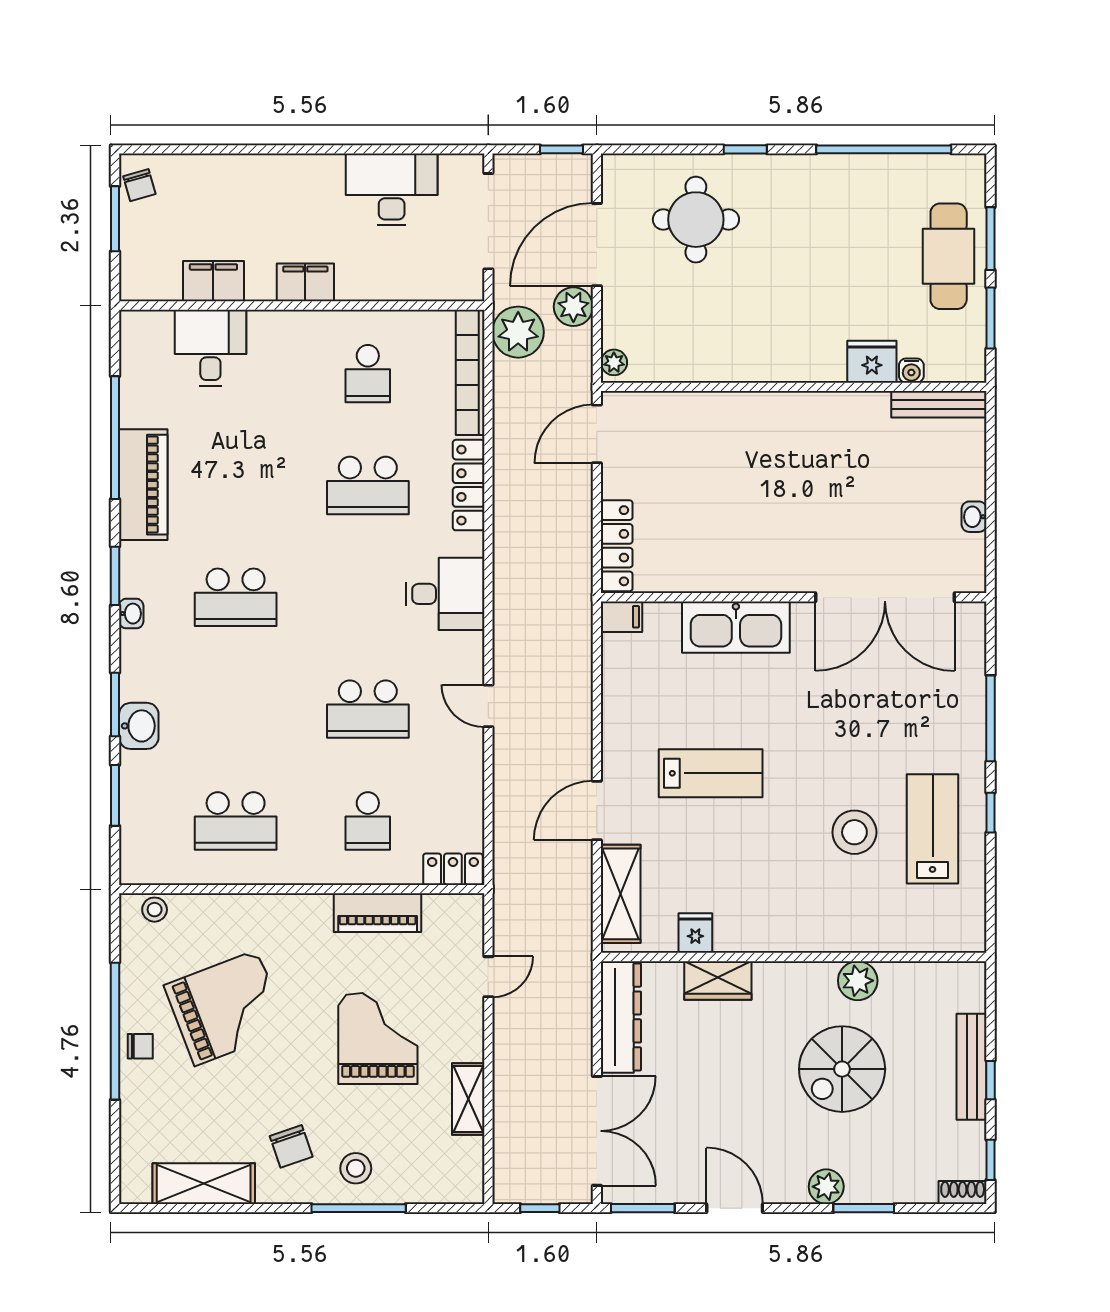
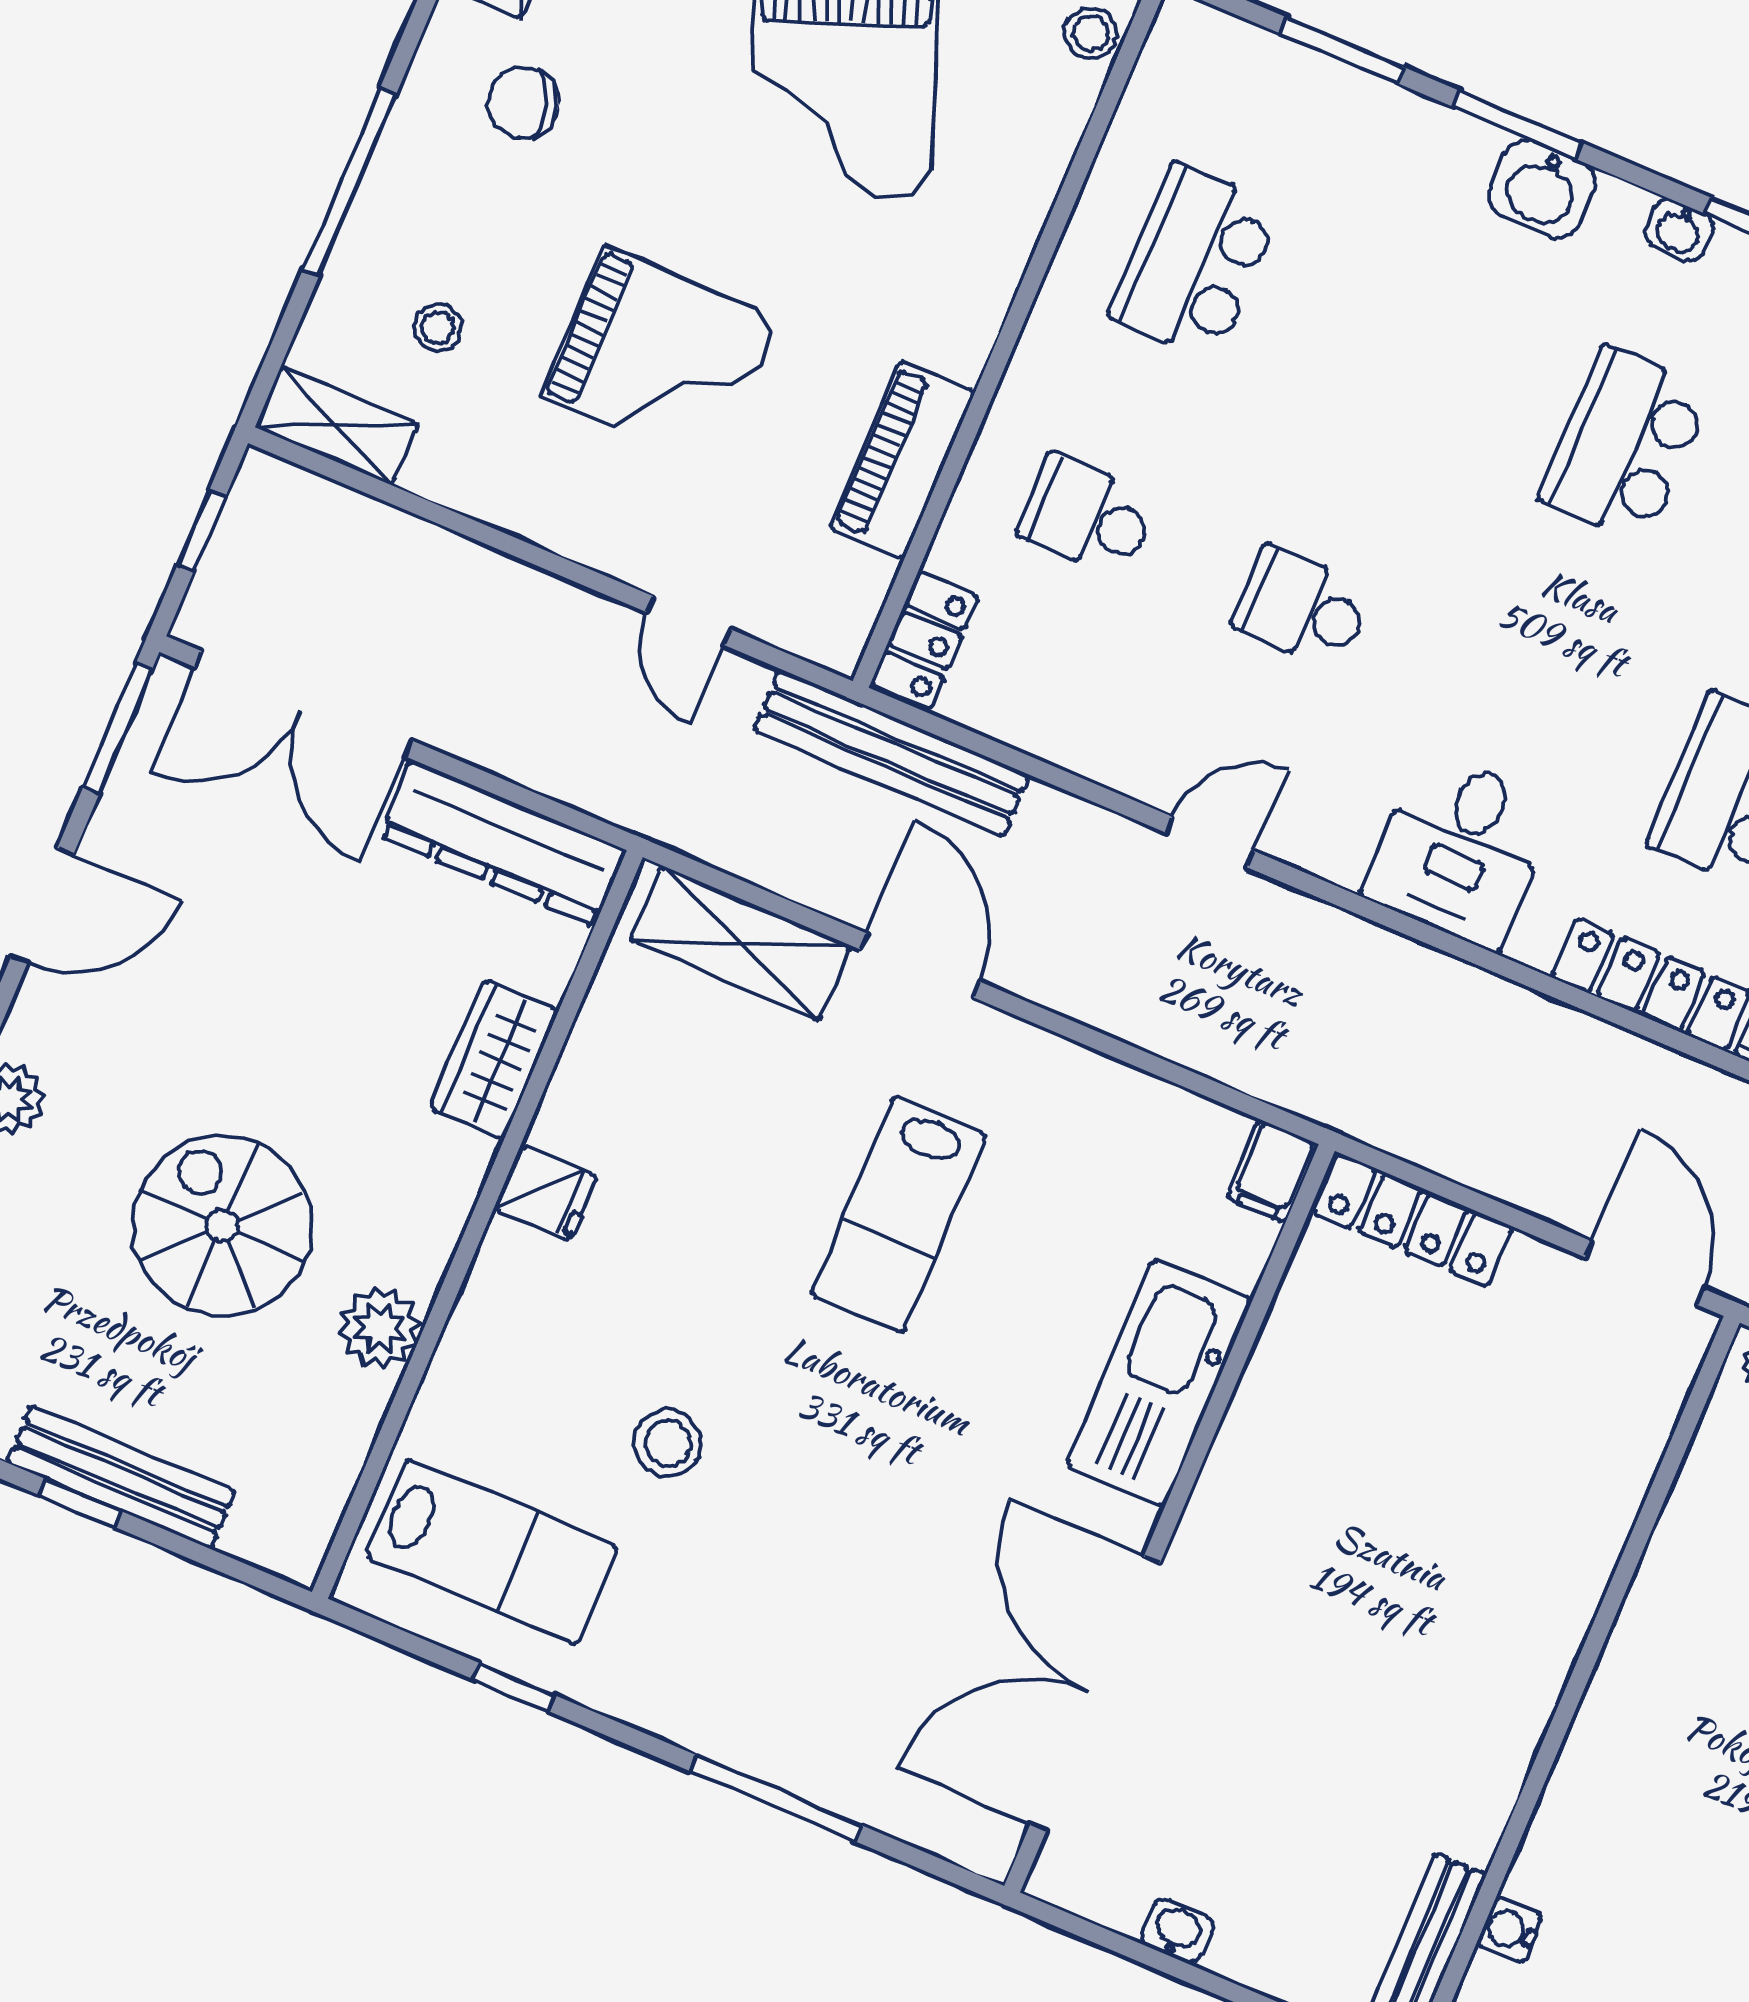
fridge: (872, 362) -> (1559, 1861), removed
school desk: (368, 709) -> (1302, 607), width x0.54
washbasin: (139, 726) -> (1542, 189), moved
window: (991, 813) -> (514, 1687), moved
lab bench: (933, 829) -> (492, 1551), moved
stool: (854, 832) -> (668, 1443), width x0.73, depth x0.73
bench: (509, 863) -> (892, 753), added
fridge: (695, 933) -> (545, 1192), moved
shelving: (468, 1099) -> (337, 425), moved
stool: (356, 1168) -> (438, 328), moved, width x0.73, depth x0.73

